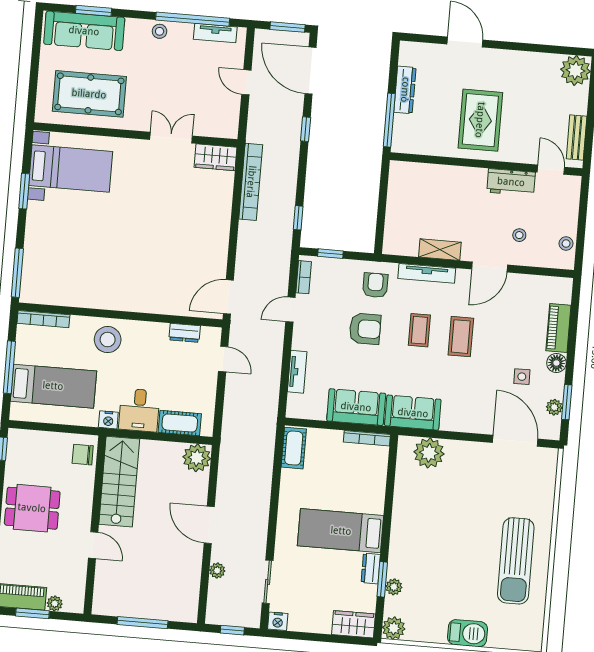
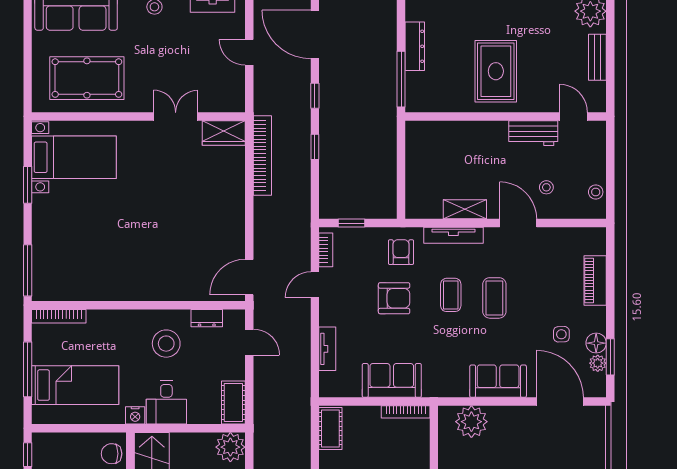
bench: (577, 137) -> (597, 57), moved
window: (298, 218) -> (315, 147), moved
door: (490, 267) -> (518, 223), swing flipped
stool: (108, 340) -> (166, 344), moved
floor lamp: (556, 363) -> (596, 343), moved
sofa: (413, 413) -> (498, 381), moved
cot: (180, 423) -> (233, 403), moved, turned 90

